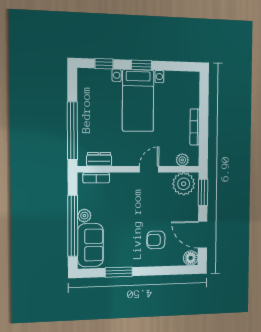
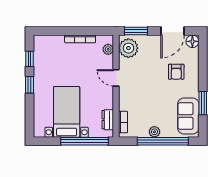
window: (104, 64) -> (29, 59), moved
bed with nightstands: (138, 101) -> (67, 112), moved, turned -90
sofa: (90, 245) -> (188, 116), moved, turned -90

